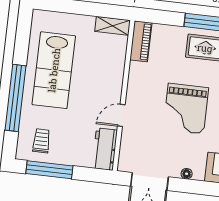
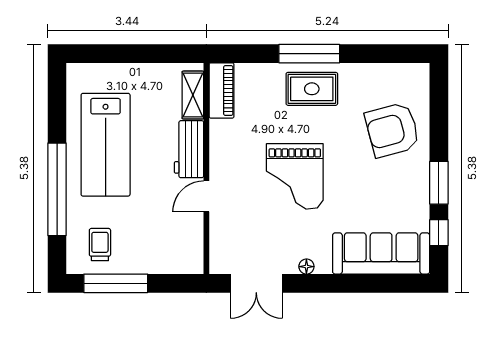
shelving: (113, 26) -> (193, 95), moved, turned 90
workbench: (105, 149) -> (189, 149), moved

